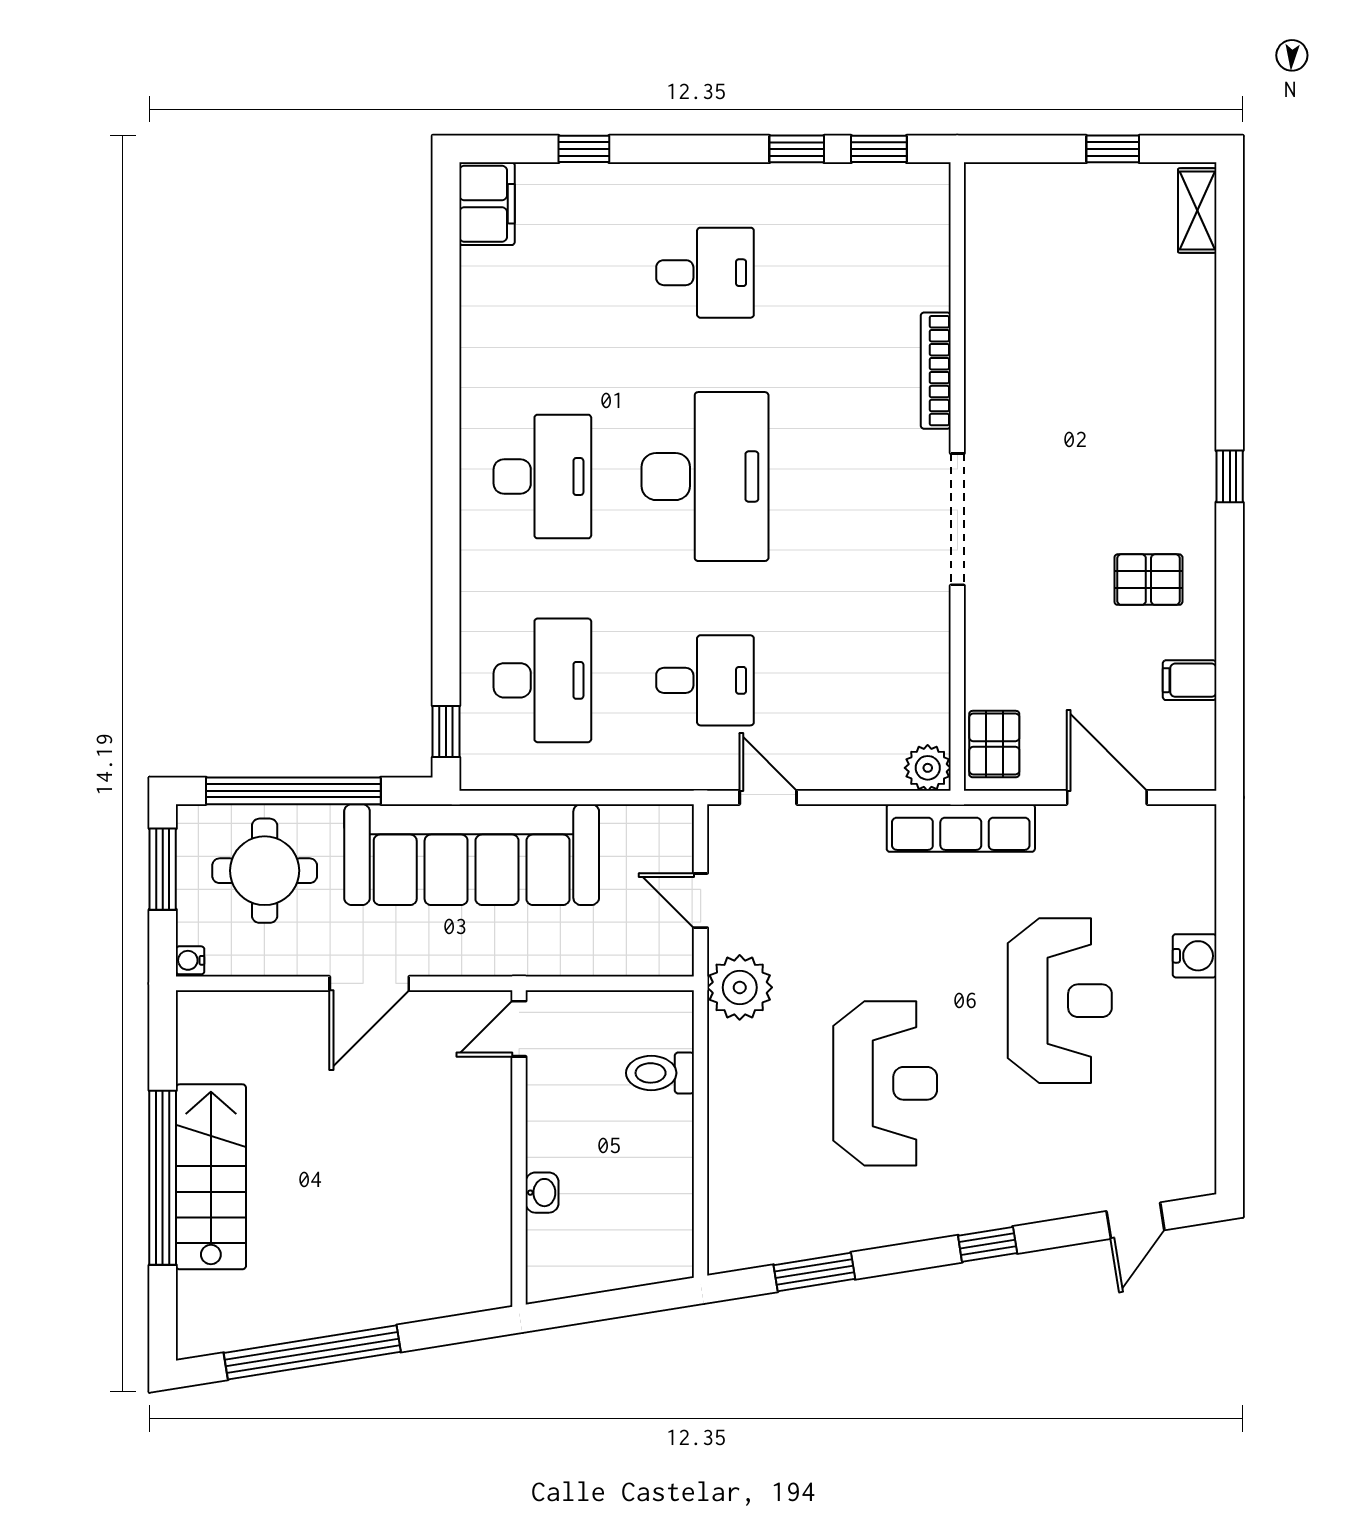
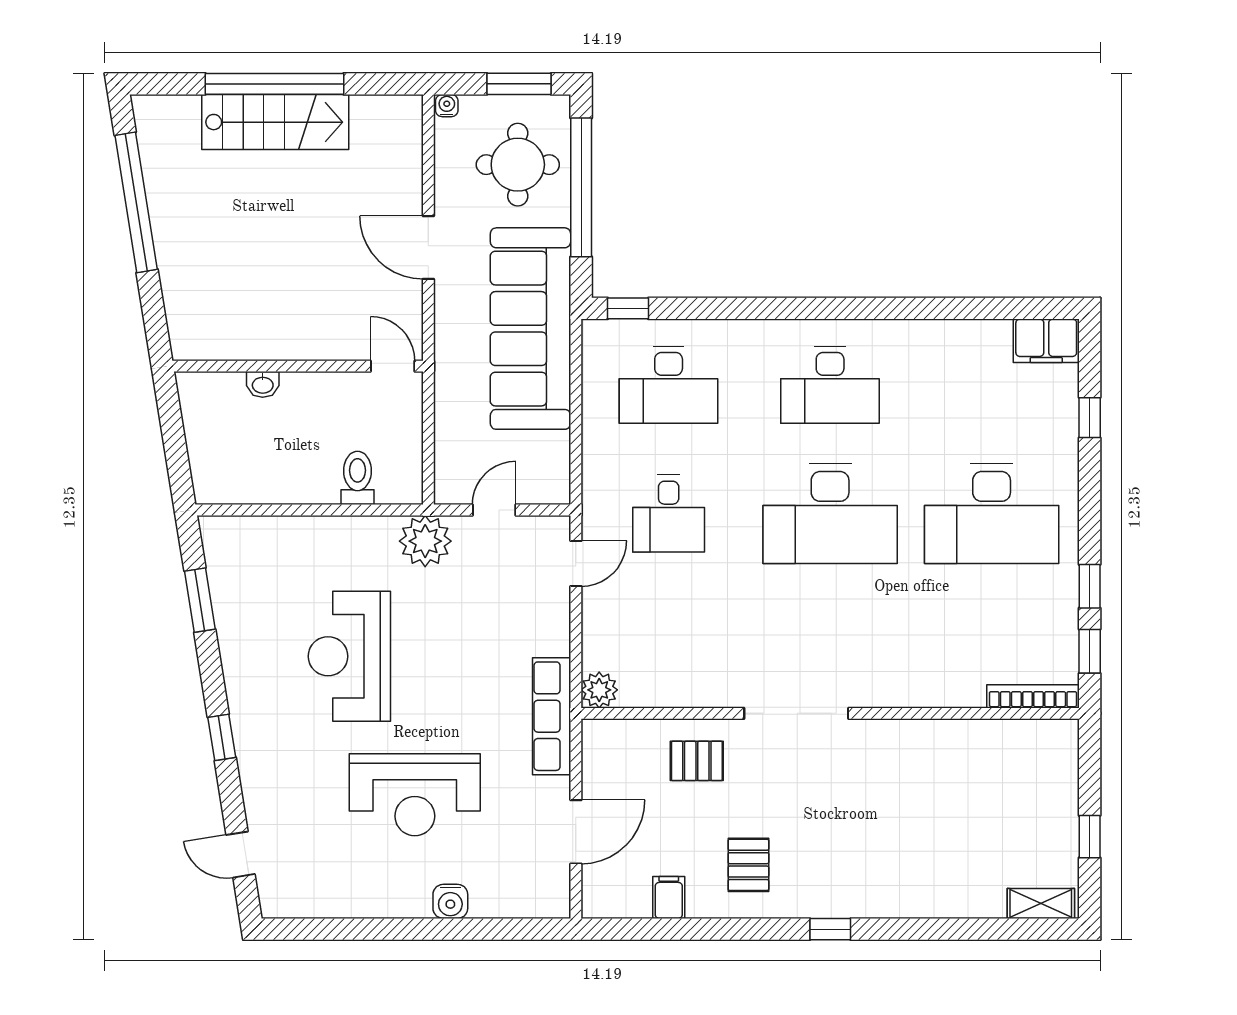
desk: (705, 273) -> (992, 514), width x1.87, depth x1.30
bookcase: (936, 371) -> (1033, 696), moved
pallet: (994, 744) -> (697, 761), moved
reception desk: (885, 1083) -> (349, 656), turned 90

